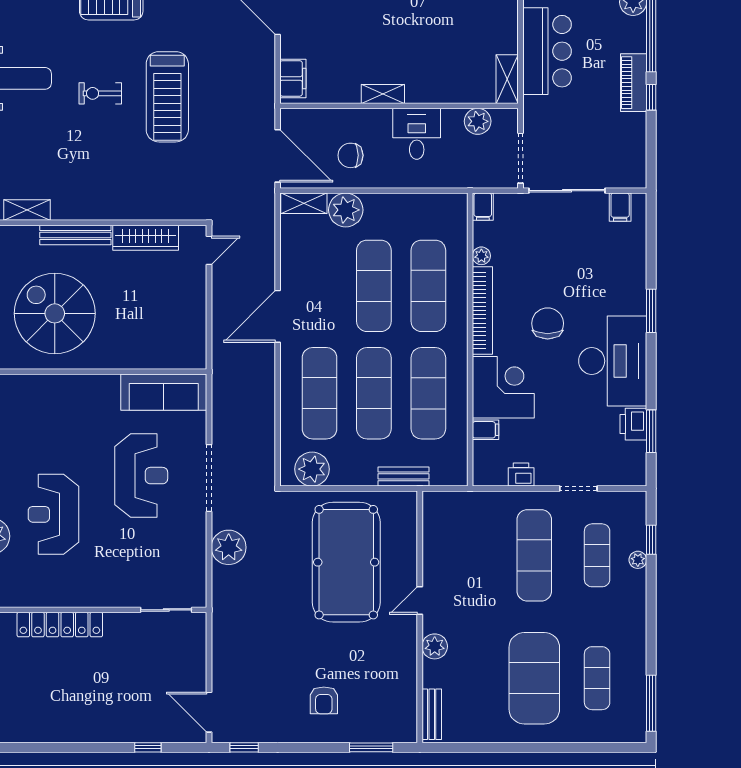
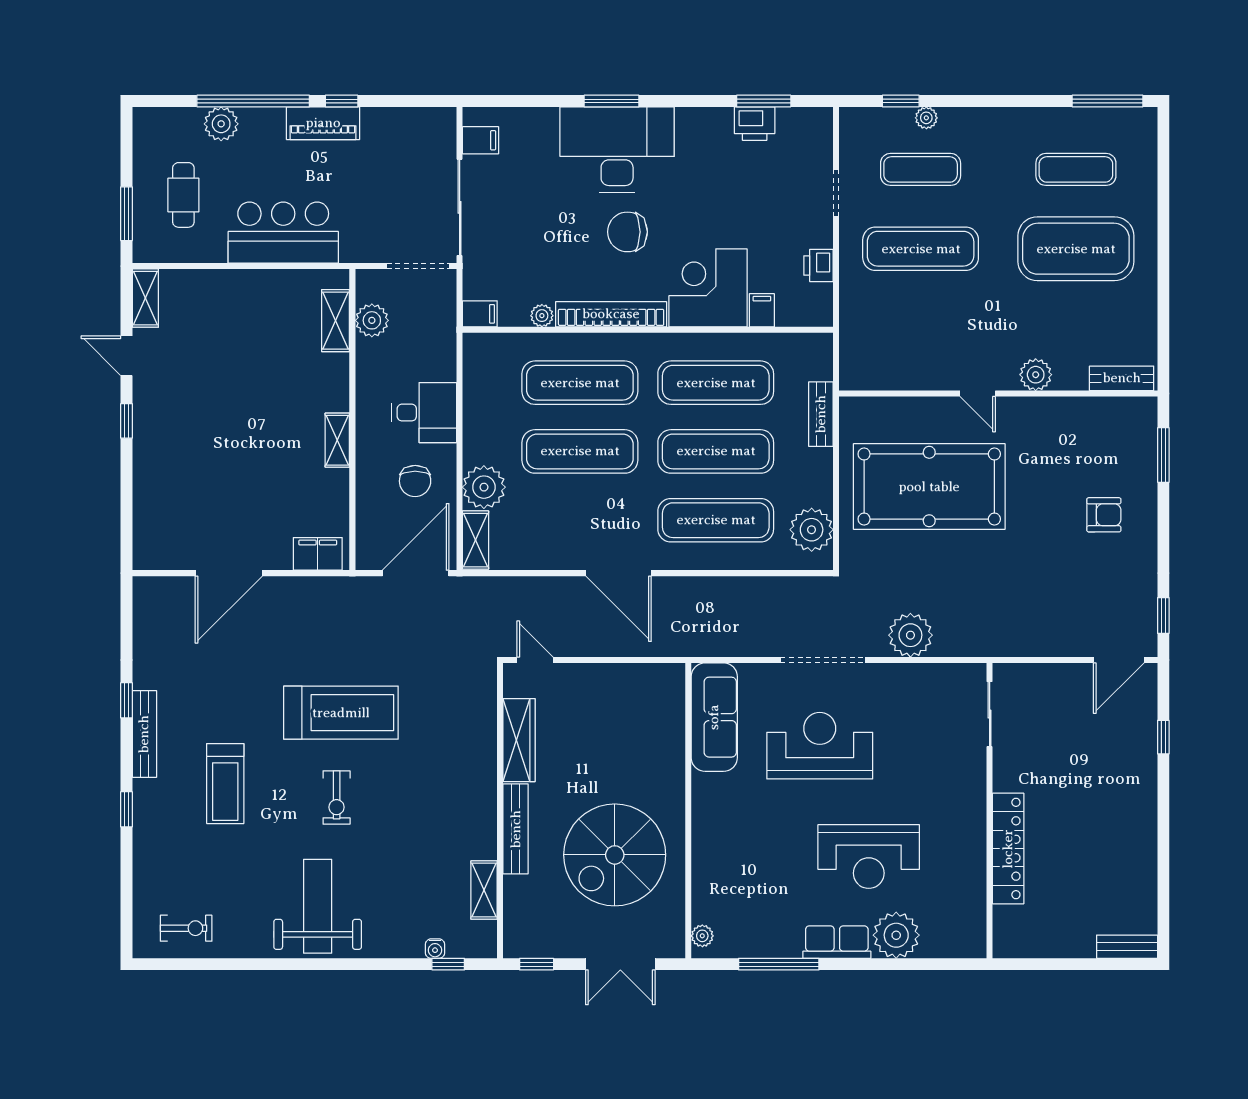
shelving: (507, 79) -> (336, 321), moved, turned 90
desk: (417, 134) -> (424, 413), moved, turned 180
desk: (613, 361) -> (617, 150), moved

